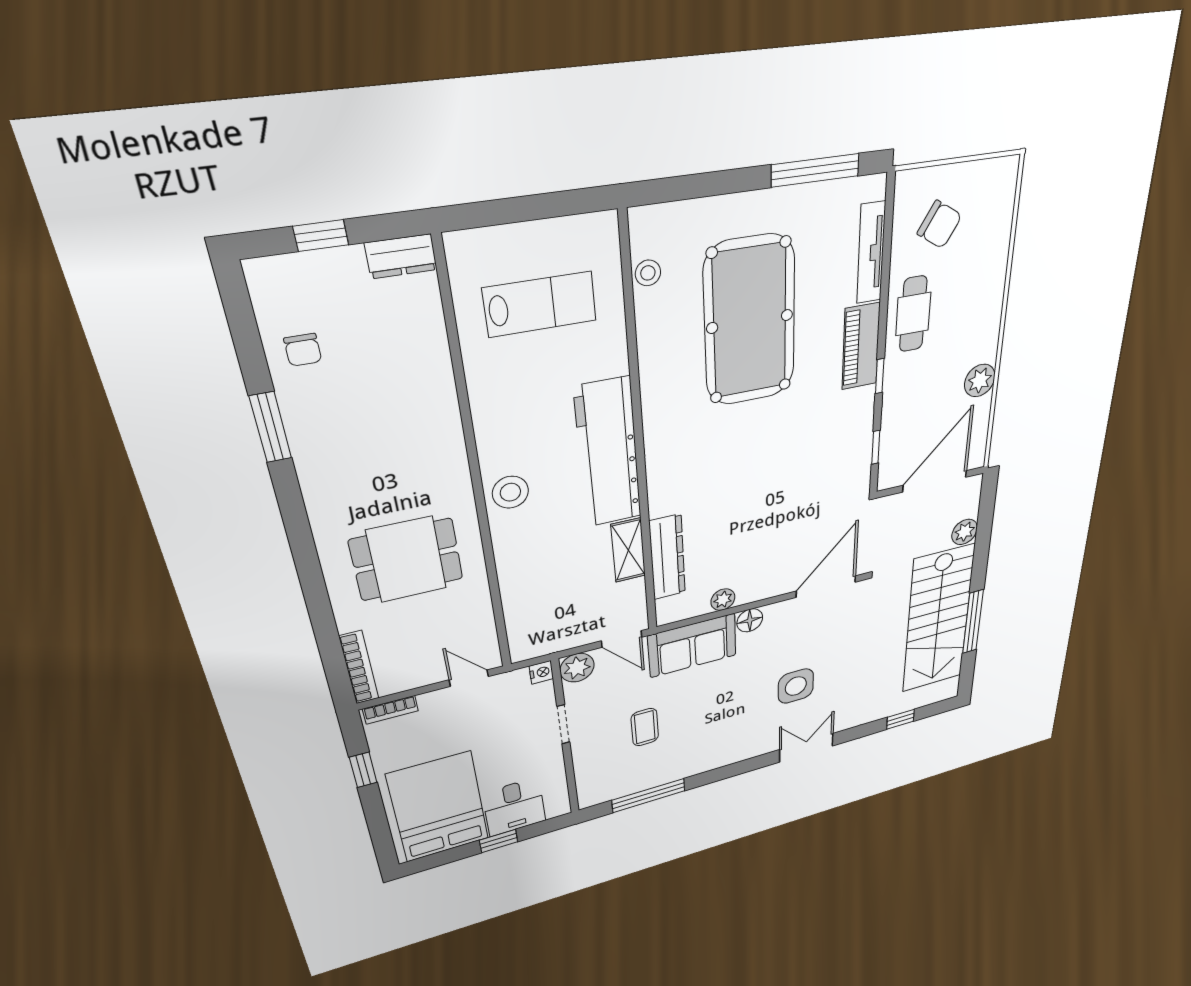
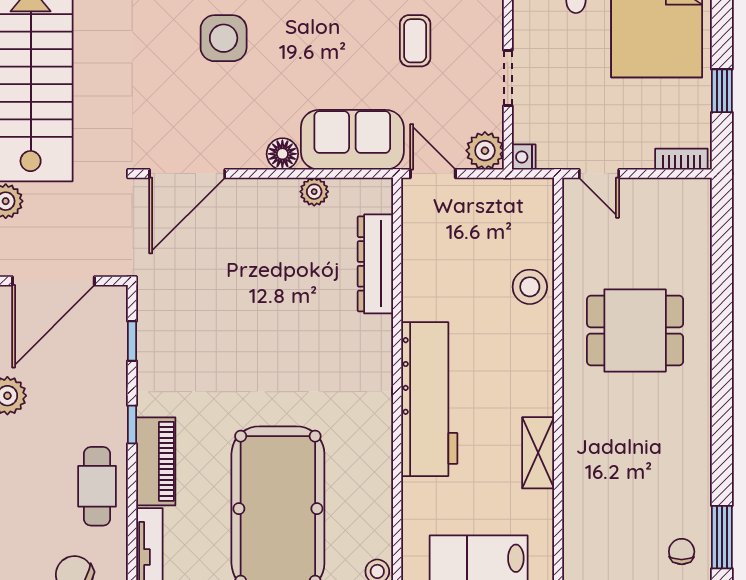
window: (271, 427) -> (722, 537), moved
stool: (510, 492) -> (530, 287), moved
shelving: (628, 550) -> (538, 453), moved
bookcase: (359, 668) -> (701, 220), removed

